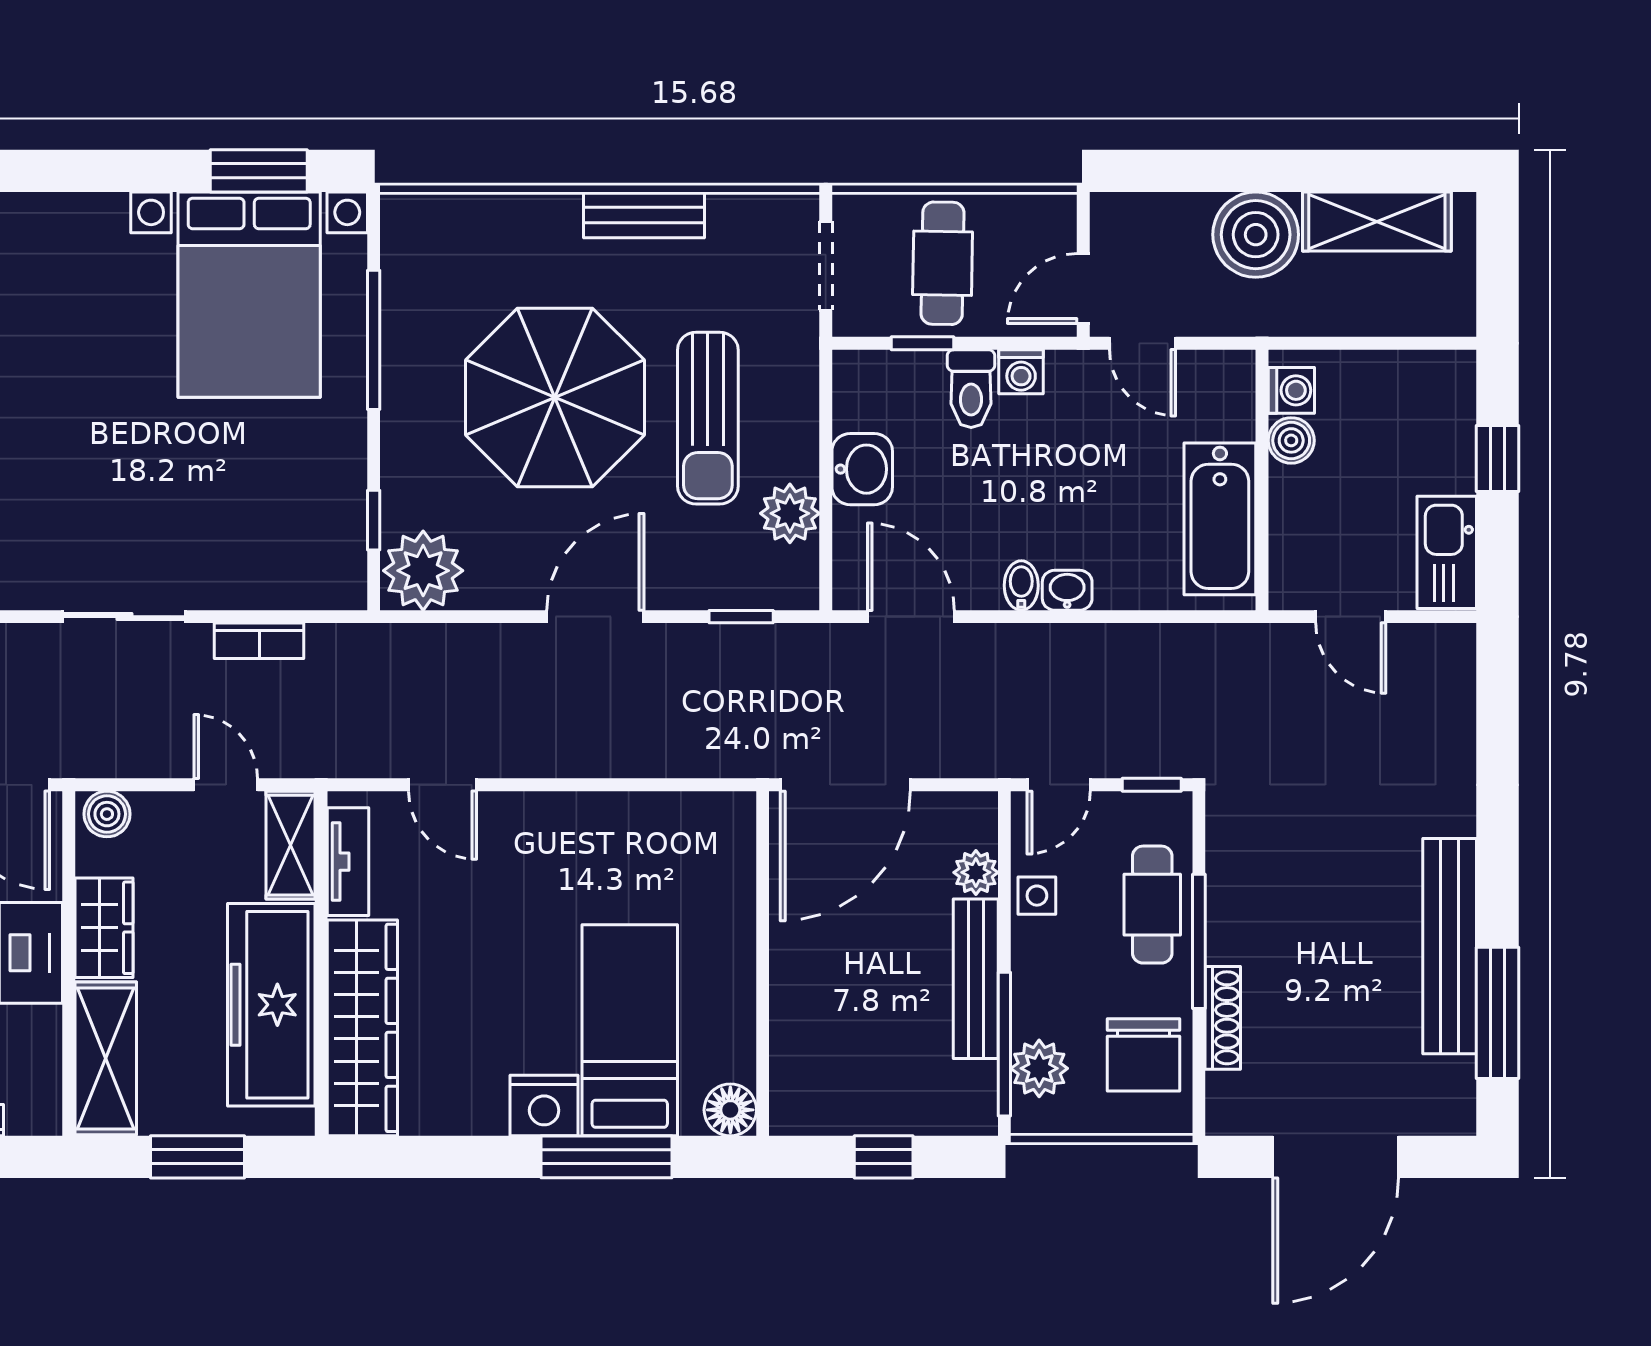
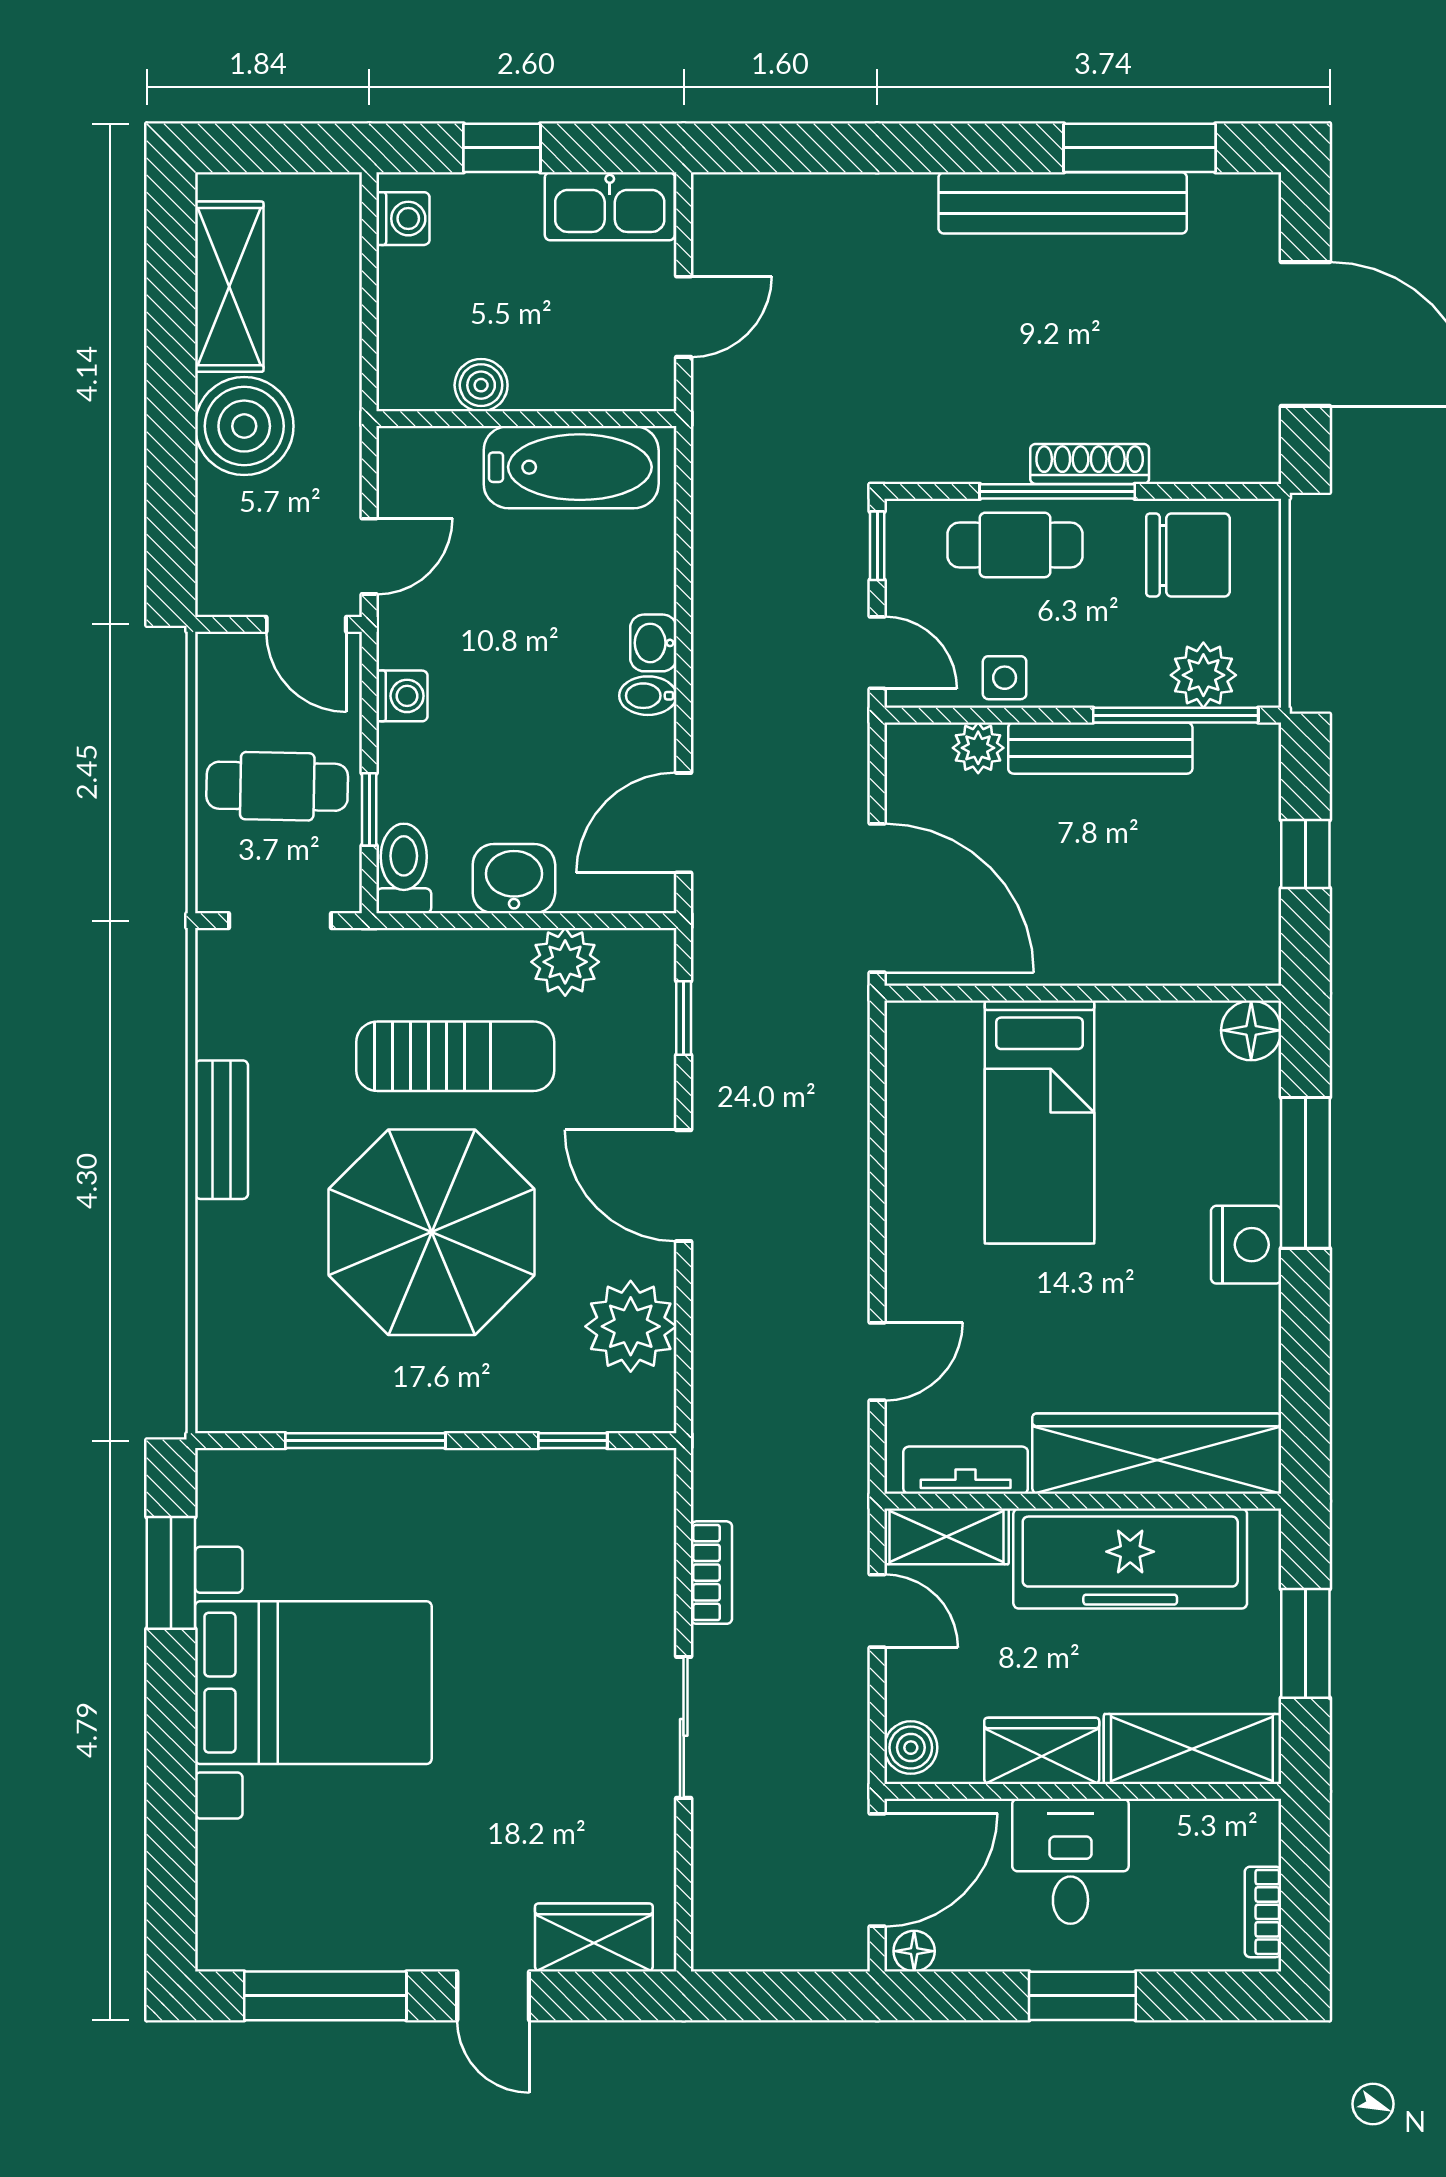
bed with nightstands: (249, 295) -> (313, 1683), moved
toilet: (971, 389) -> (404, 868), moved, turned -90
washing machine: (1291, 390) -> (403, 219), moved, turned 90
plant: (423, 571) -> (631, 1326), moved
door: (226, 785) -> (877, 1611), swing flipped
shoe rack: (1223, 1018) -> (1090, 464), moved
bed: (630, 1030) -> (1039, 1122), moved, turned -90

